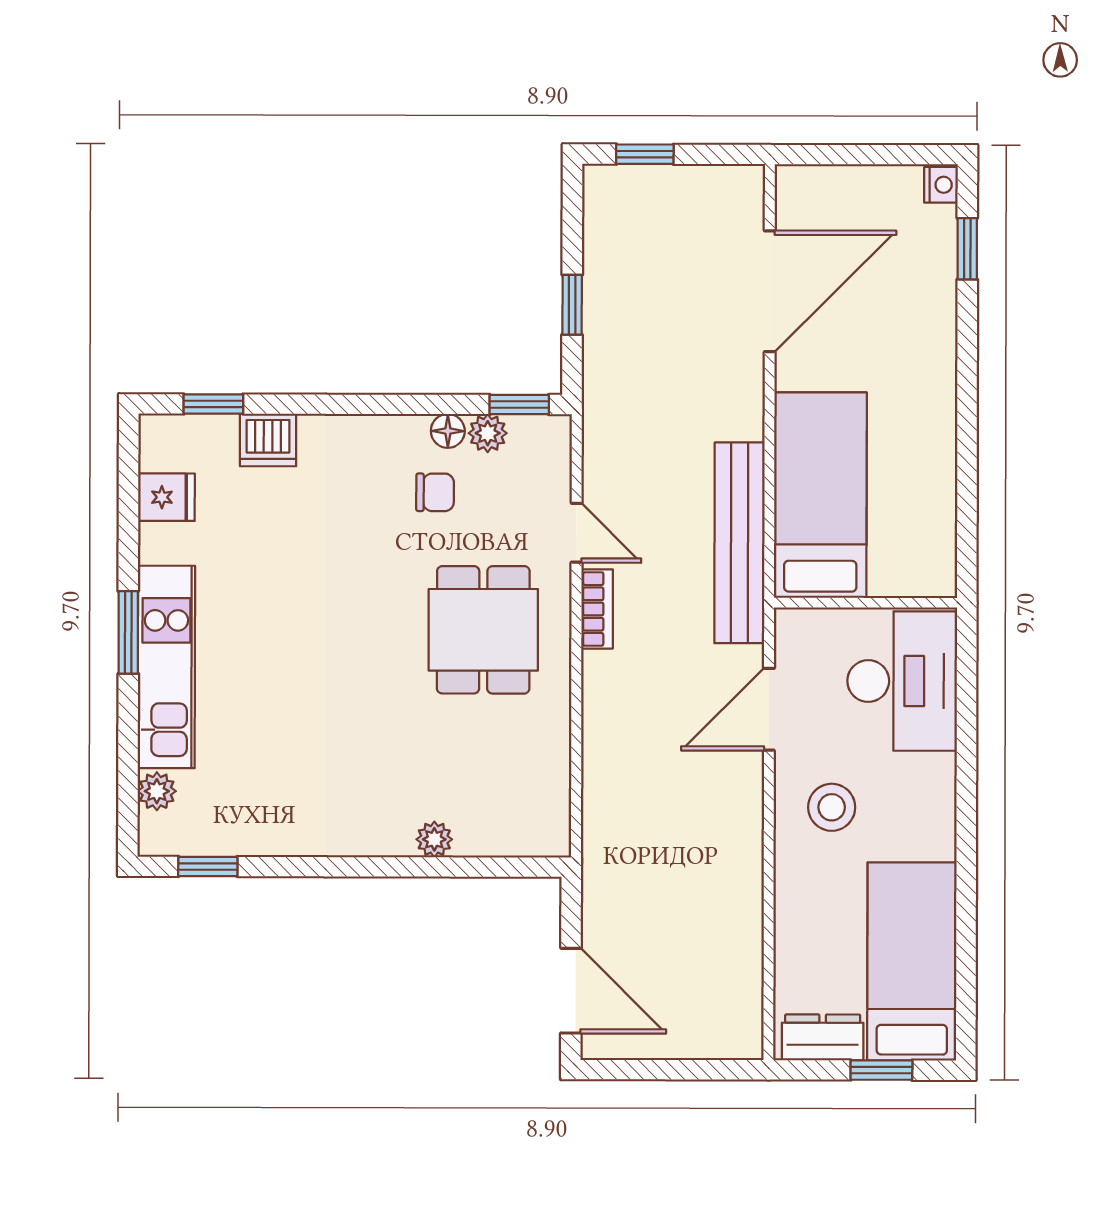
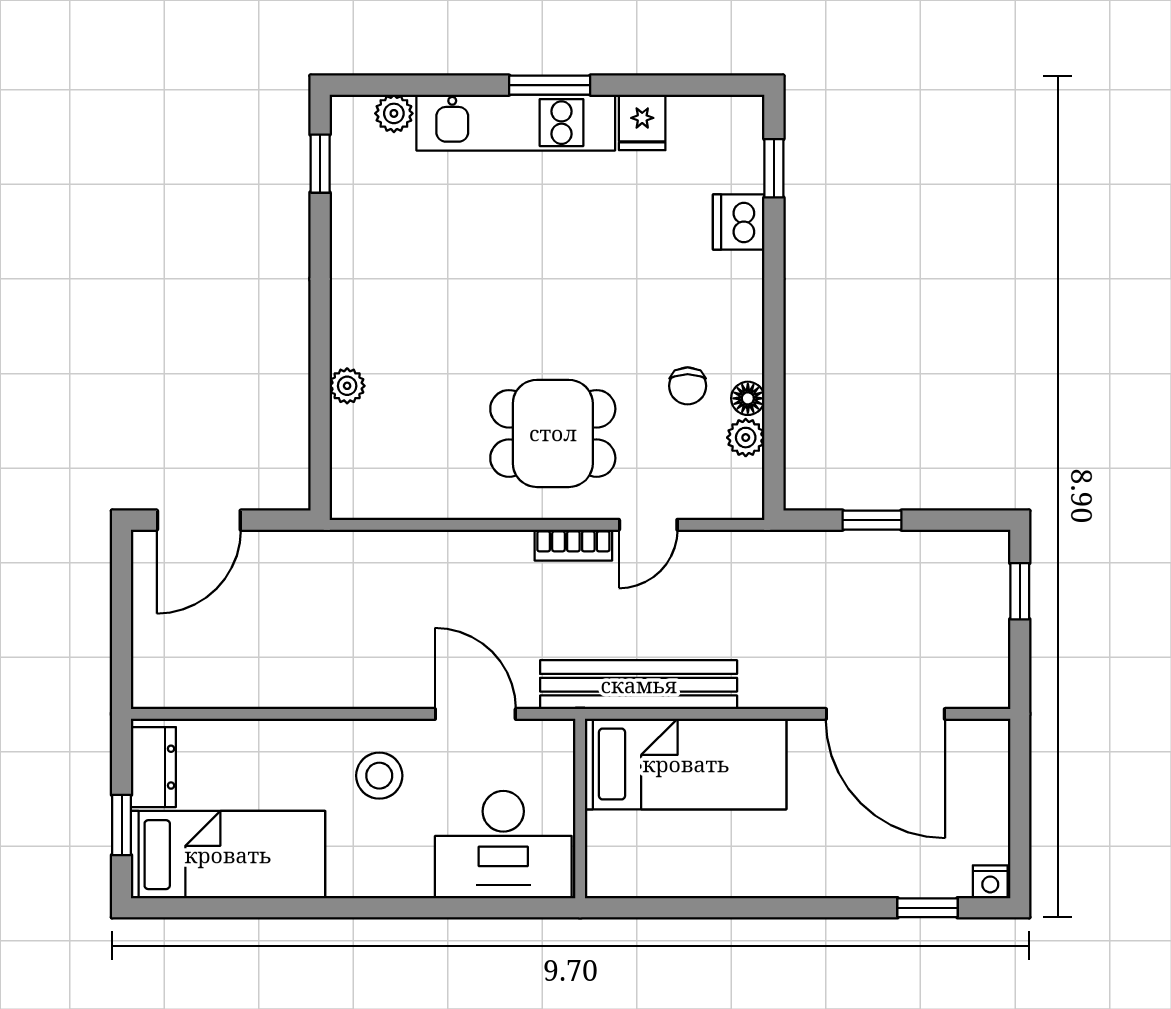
window: (519, 405) -> (774, 468), removed
fridge: (166, 497) -> (642, 122), moved

